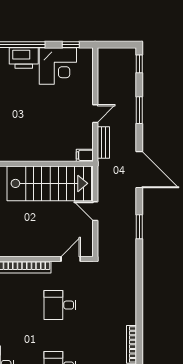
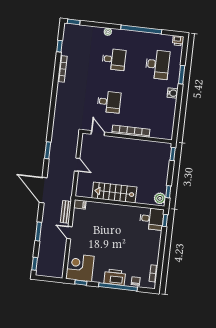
corner desk: (58, 66) -> (80, 267), moved
door: (95, 114) -> (69, 233), hinge flipped
stairs: (49, 183) -> (114, 193), width x0.73, depth x0.66
door: (71, 259) -> (98, 133), swing flipped

